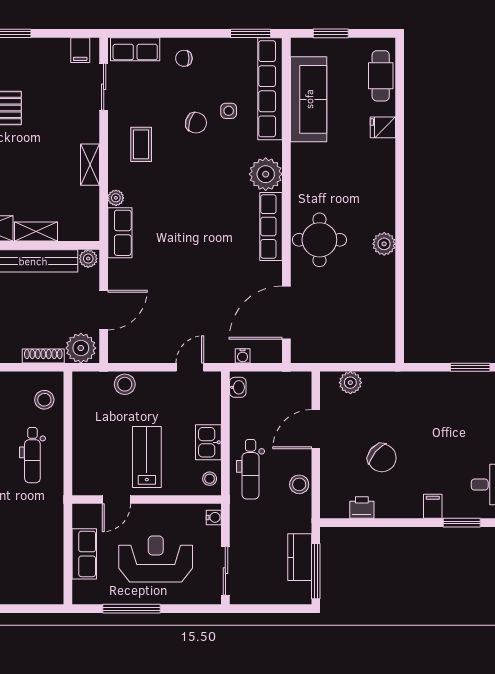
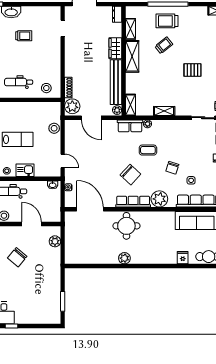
chair: (196, 123) -> (172, 168), moved
coffee table: (141, 144) -> (148, 150), moved
shelving: (36, 232) -> (131, 105), moved
chair: (217, 232) -> (130, 175), added

